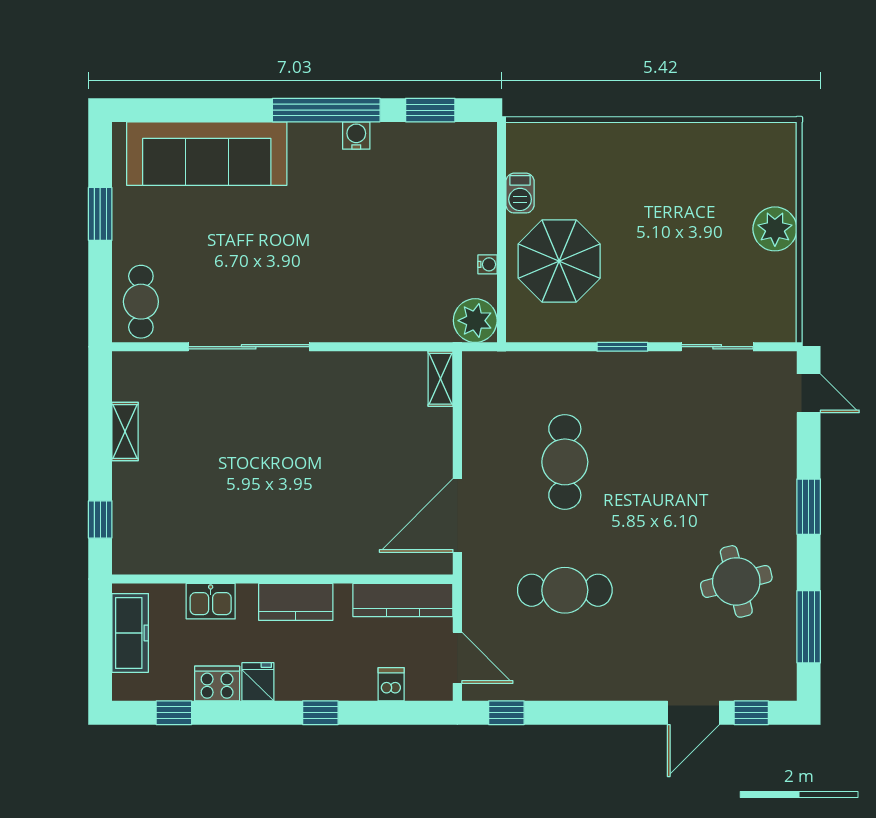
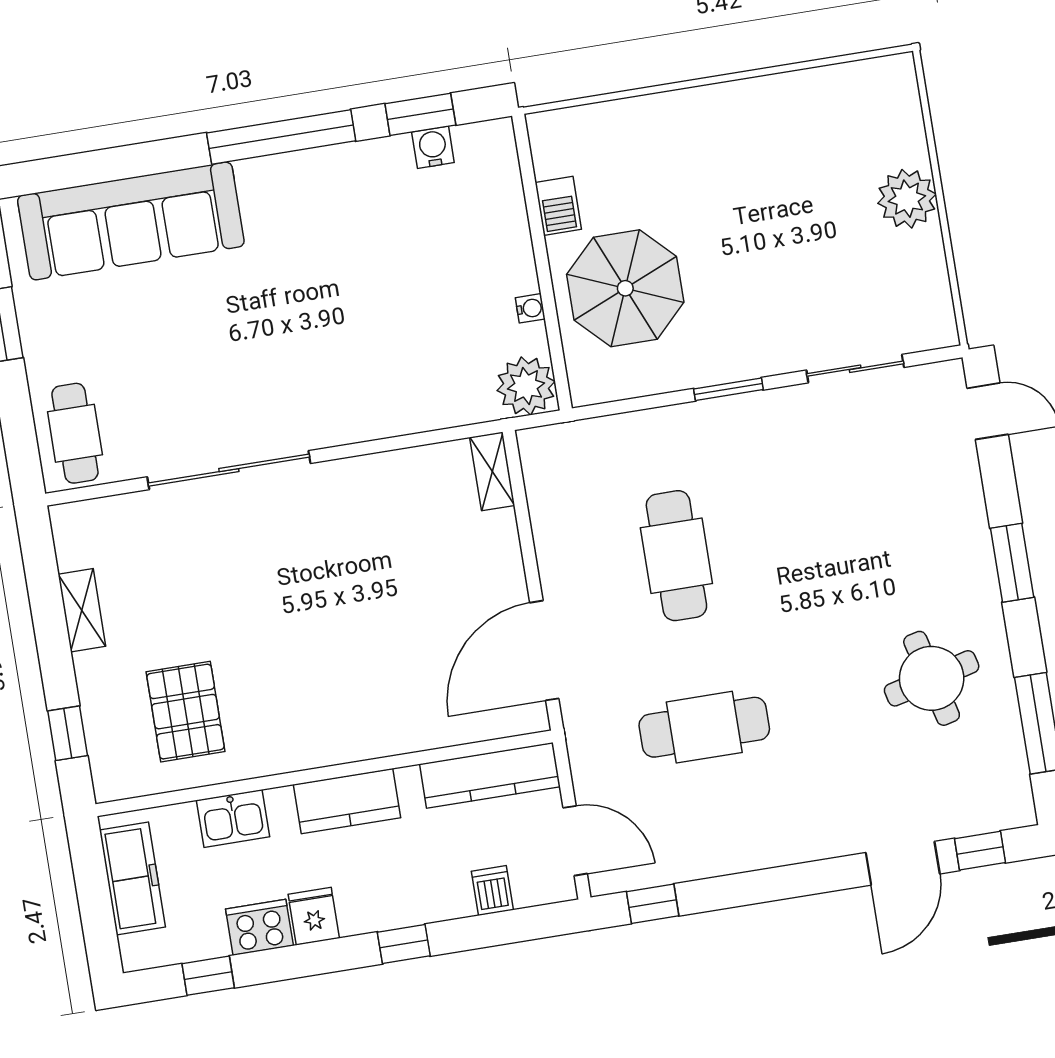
water cooler: (356, 136) -> (433, 147), moved
pallet: (189, 518) -> (185, 712), added

